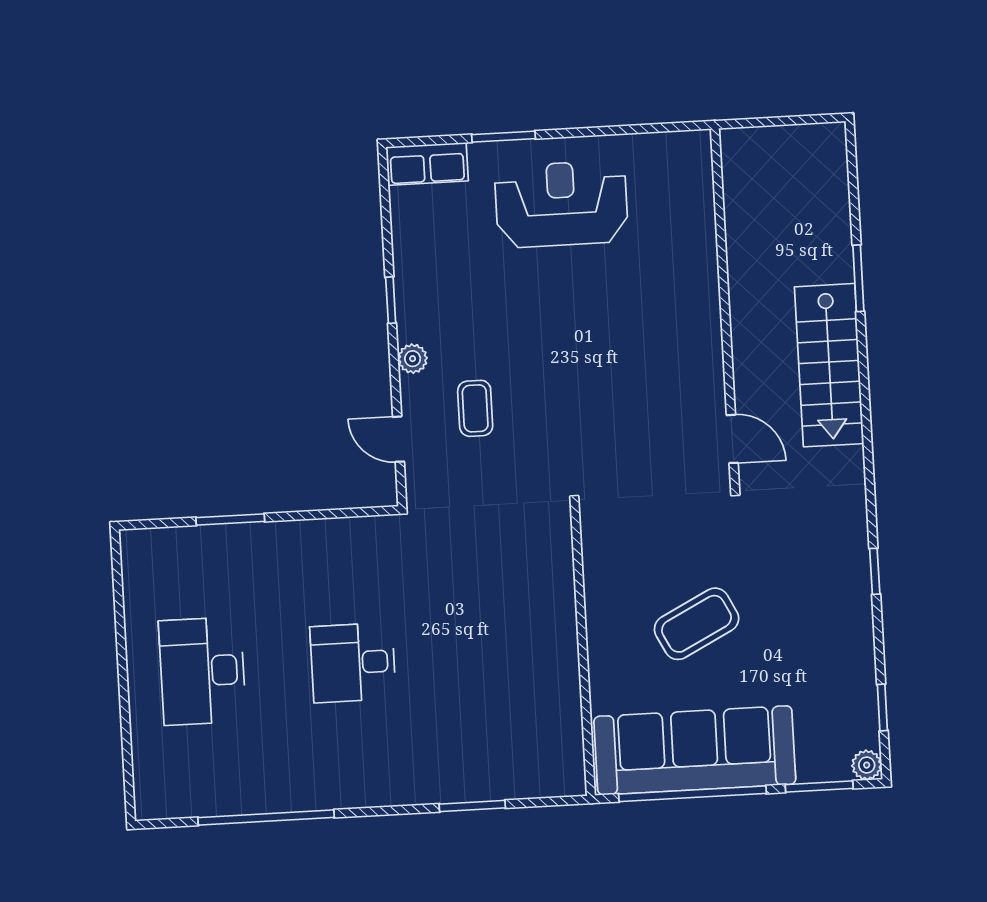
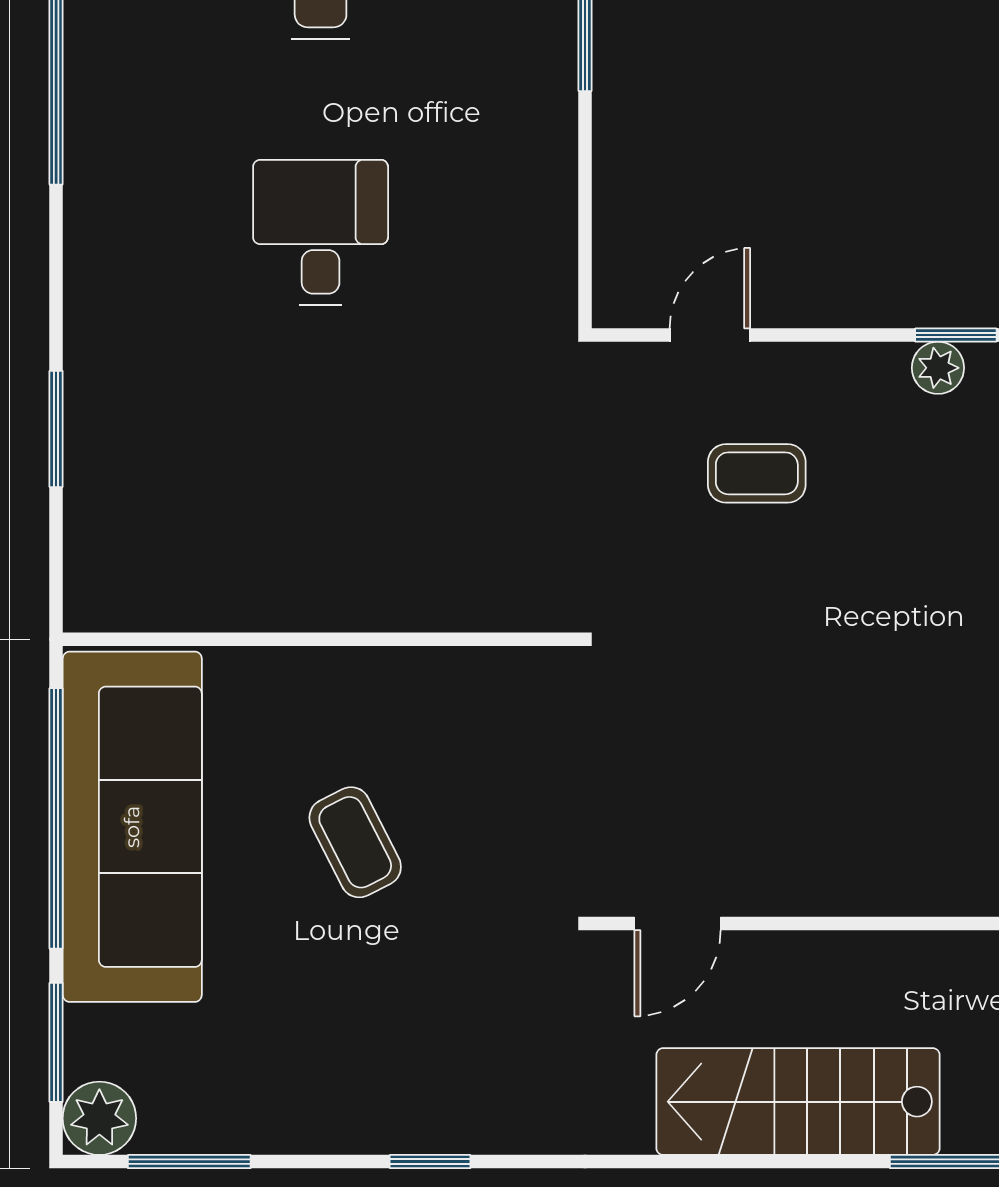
plant: (413, 359) -> (938, 368), moved
coffee table: (697, 624) -> (355, 842), width x0.73, depth x0.77
window: (882, 708) -> (189, 1162), width x1.50
plant: (867, 765) -> (99, 1118), width x1.38, depth x1.38

